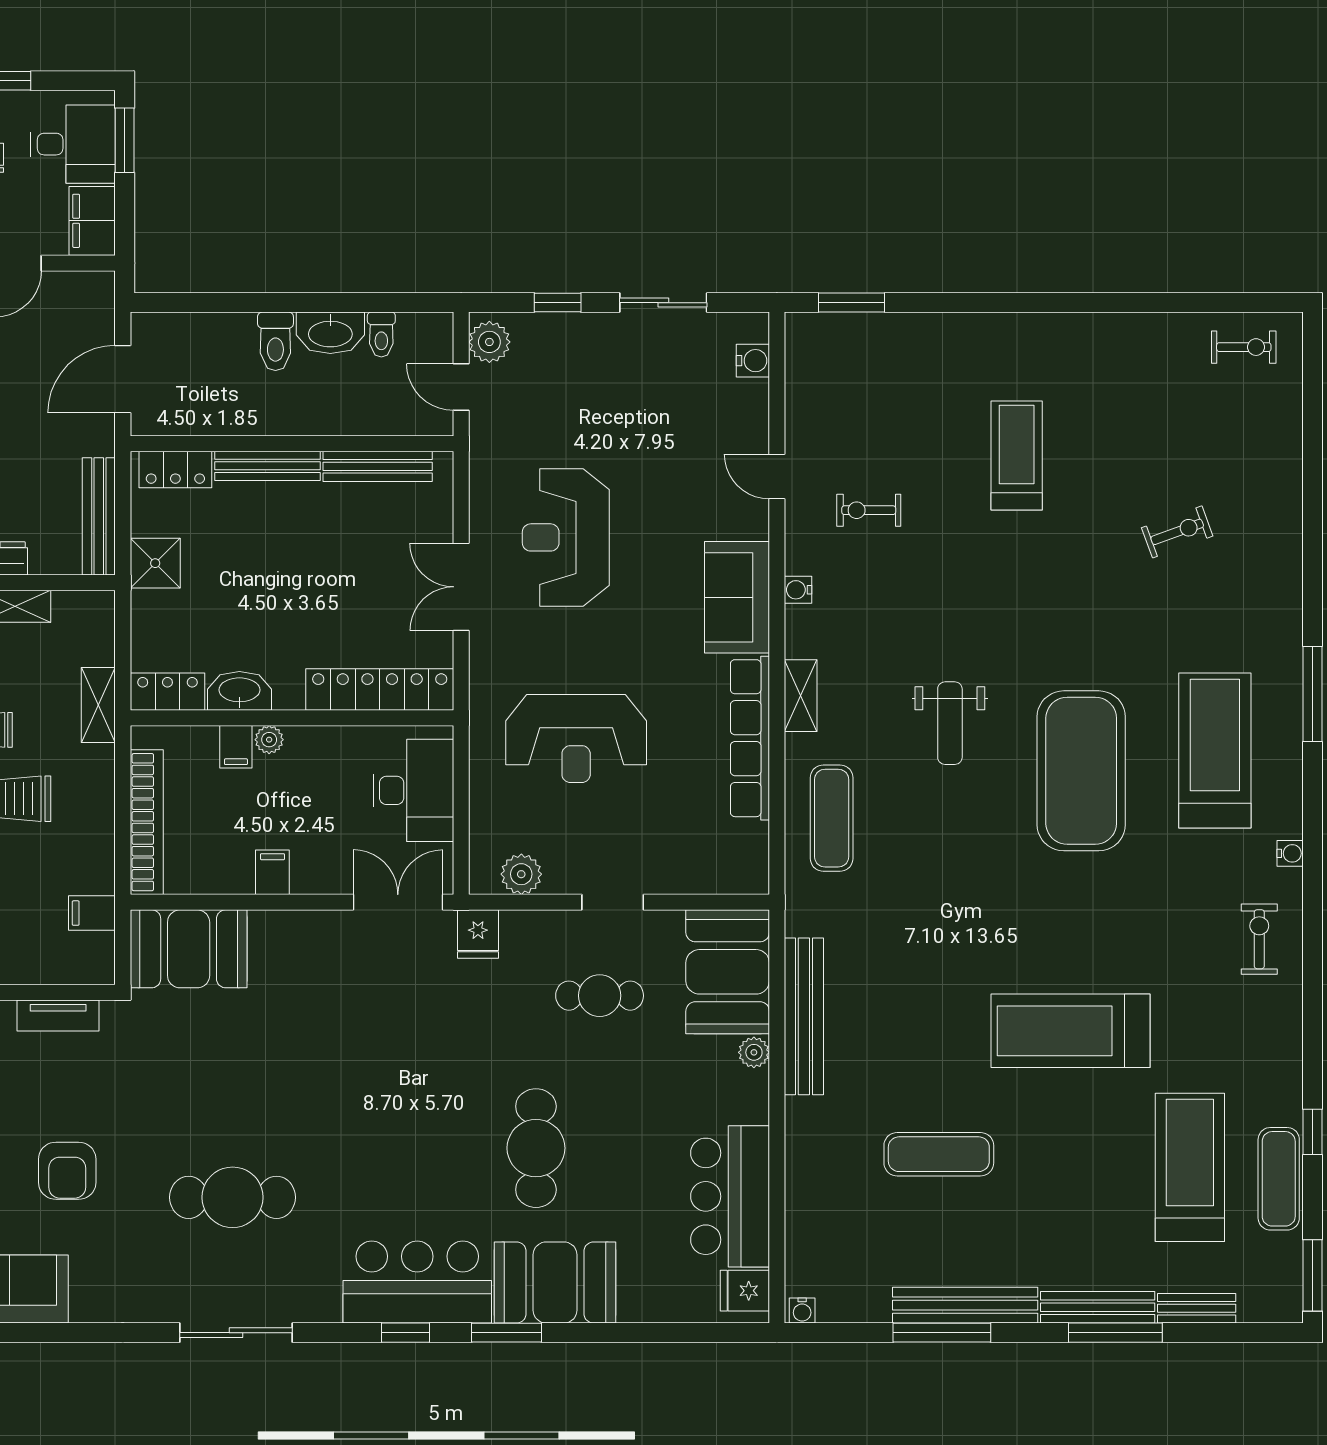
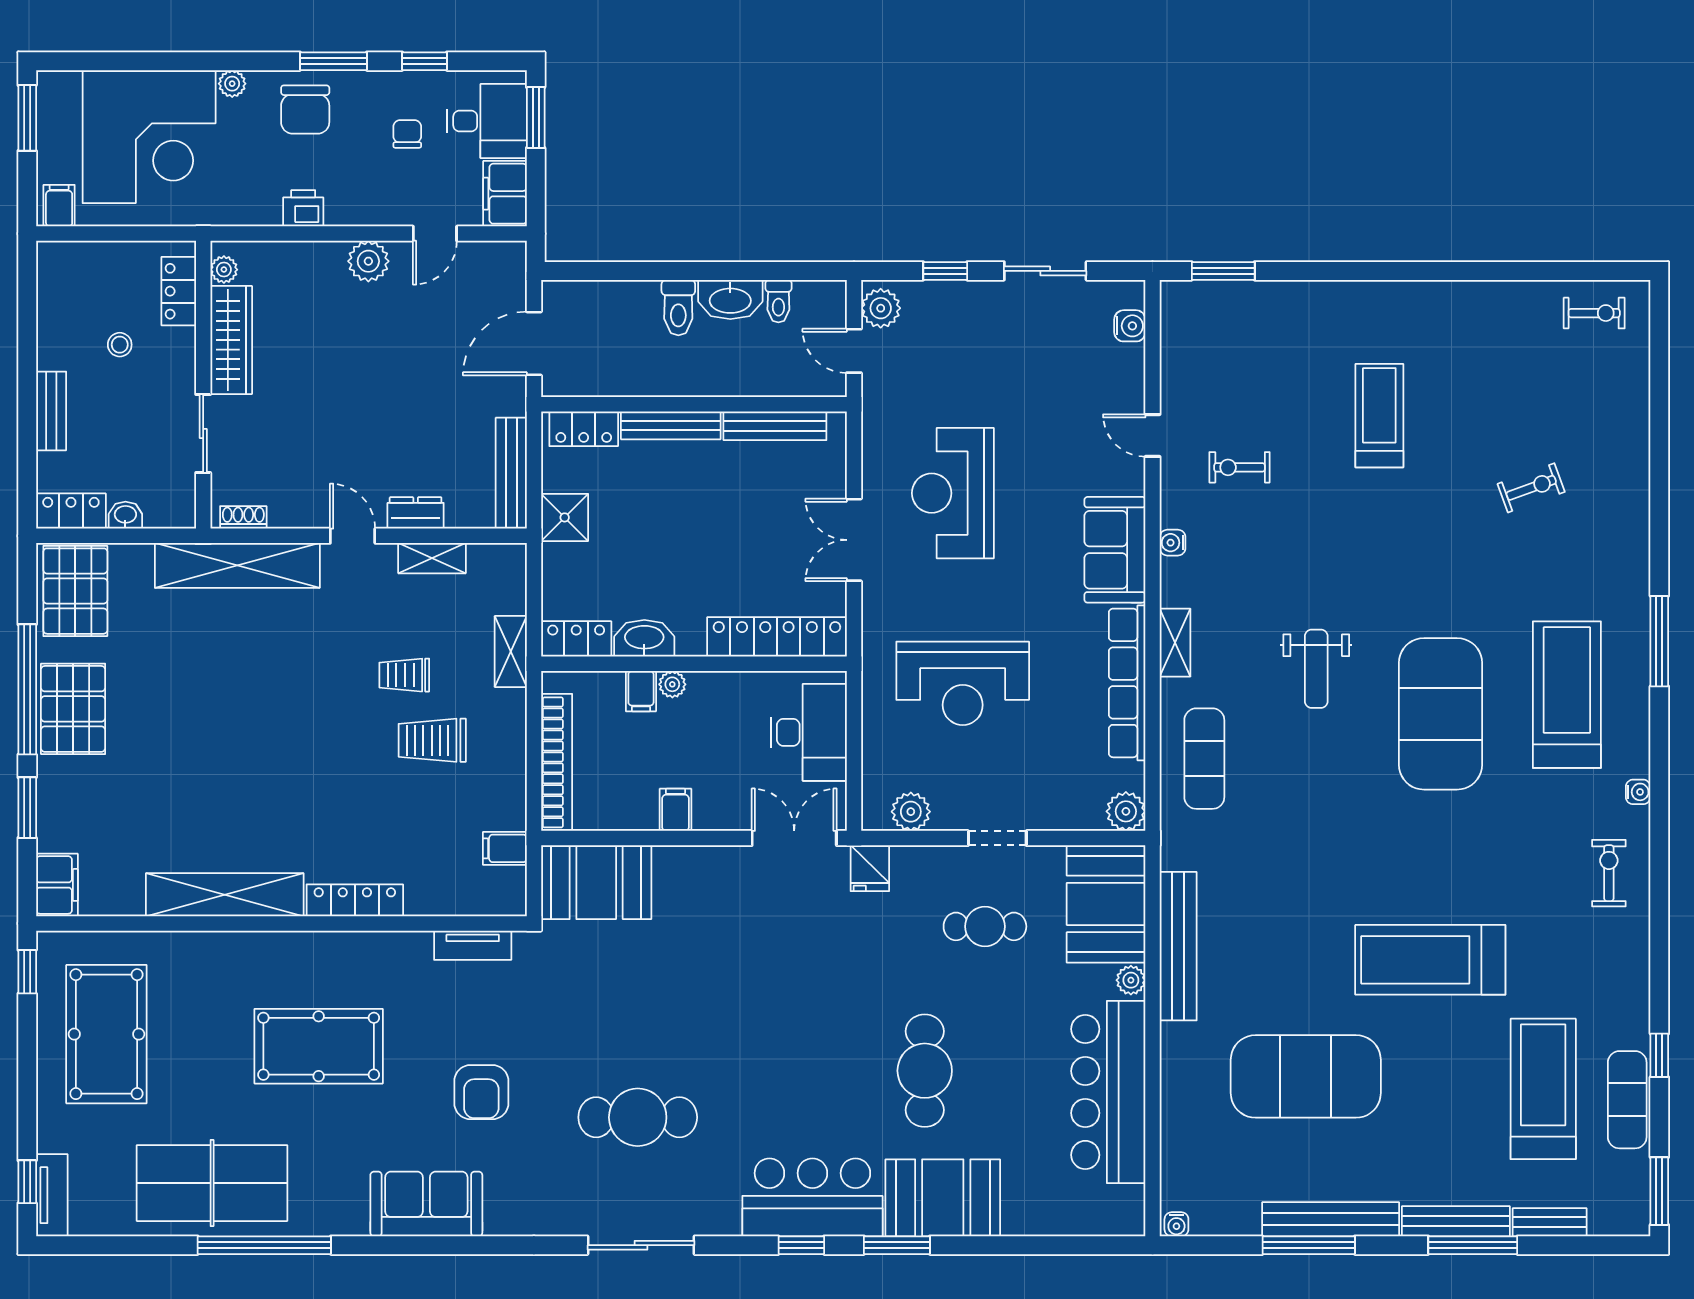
plant: (749, 874) -> (1126, 811), added
exercise mat: (939, 1154) -> (1306, 1076), width x2.00, depth x1.45
bar counter: (730, 1196) -> (1108, 1092), width x1.36
fridge: (745, 1291) -> (1122, 1206), removed

